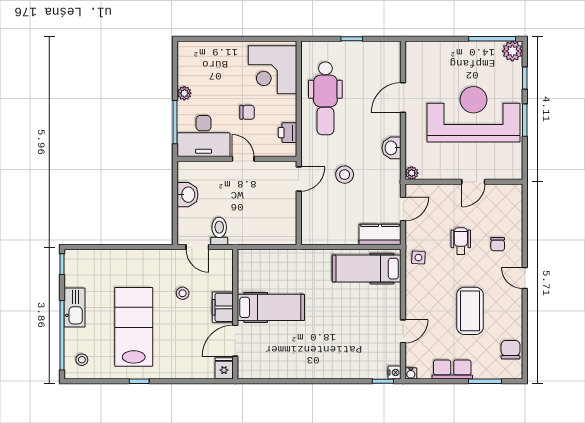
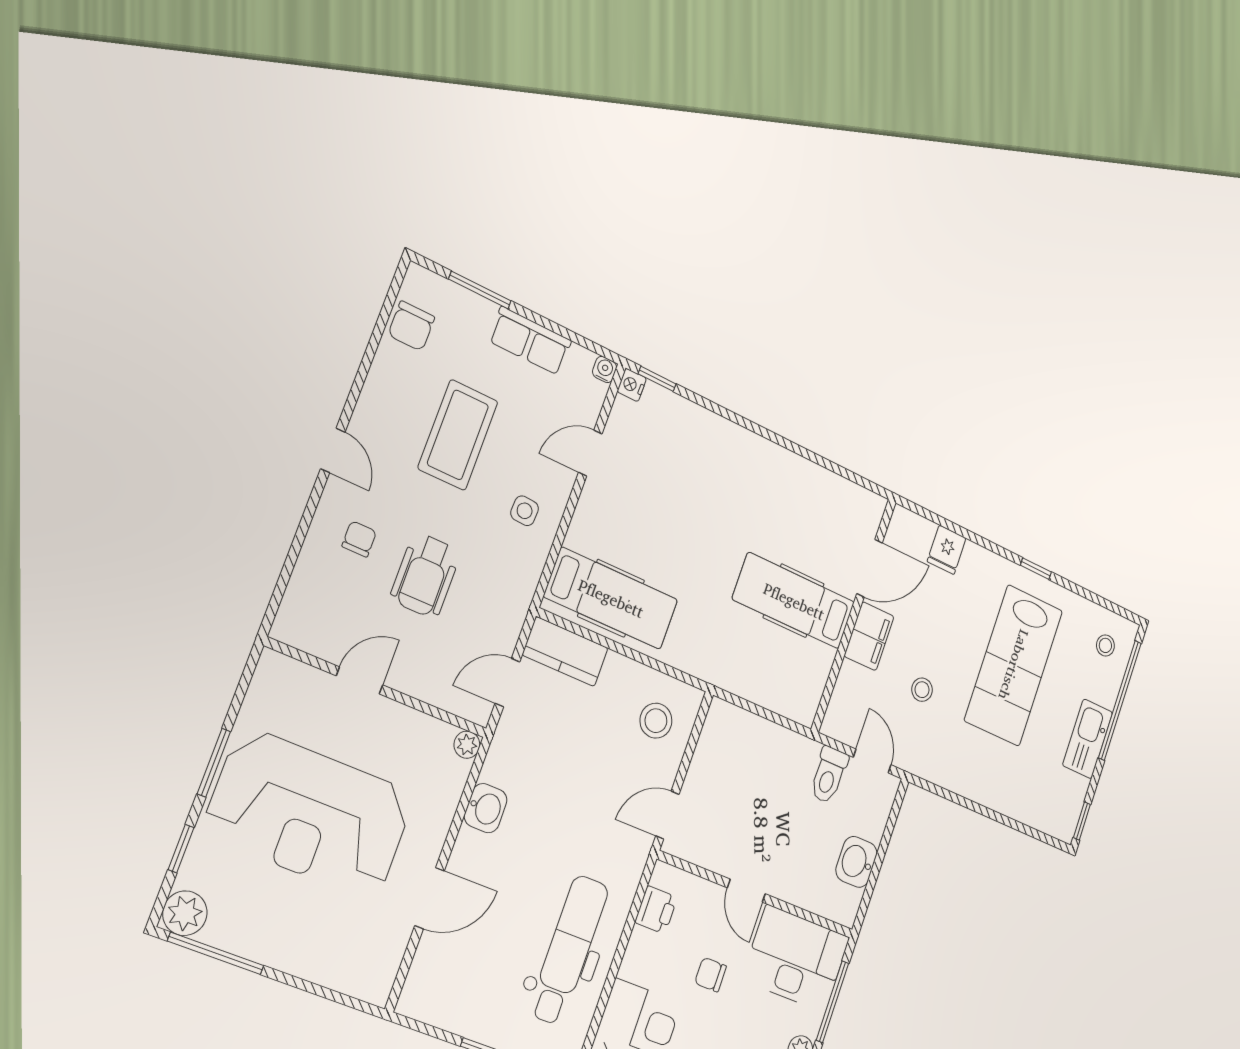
stool: (345, 175) -> (656, 721), moved
wheelchair: (461, 241) -> (425, 575), width x1.36, depth x1.37
side table: (418, 258) -> (525, 511), moved
fridge: (224, 368) -> (947, 550), moved

